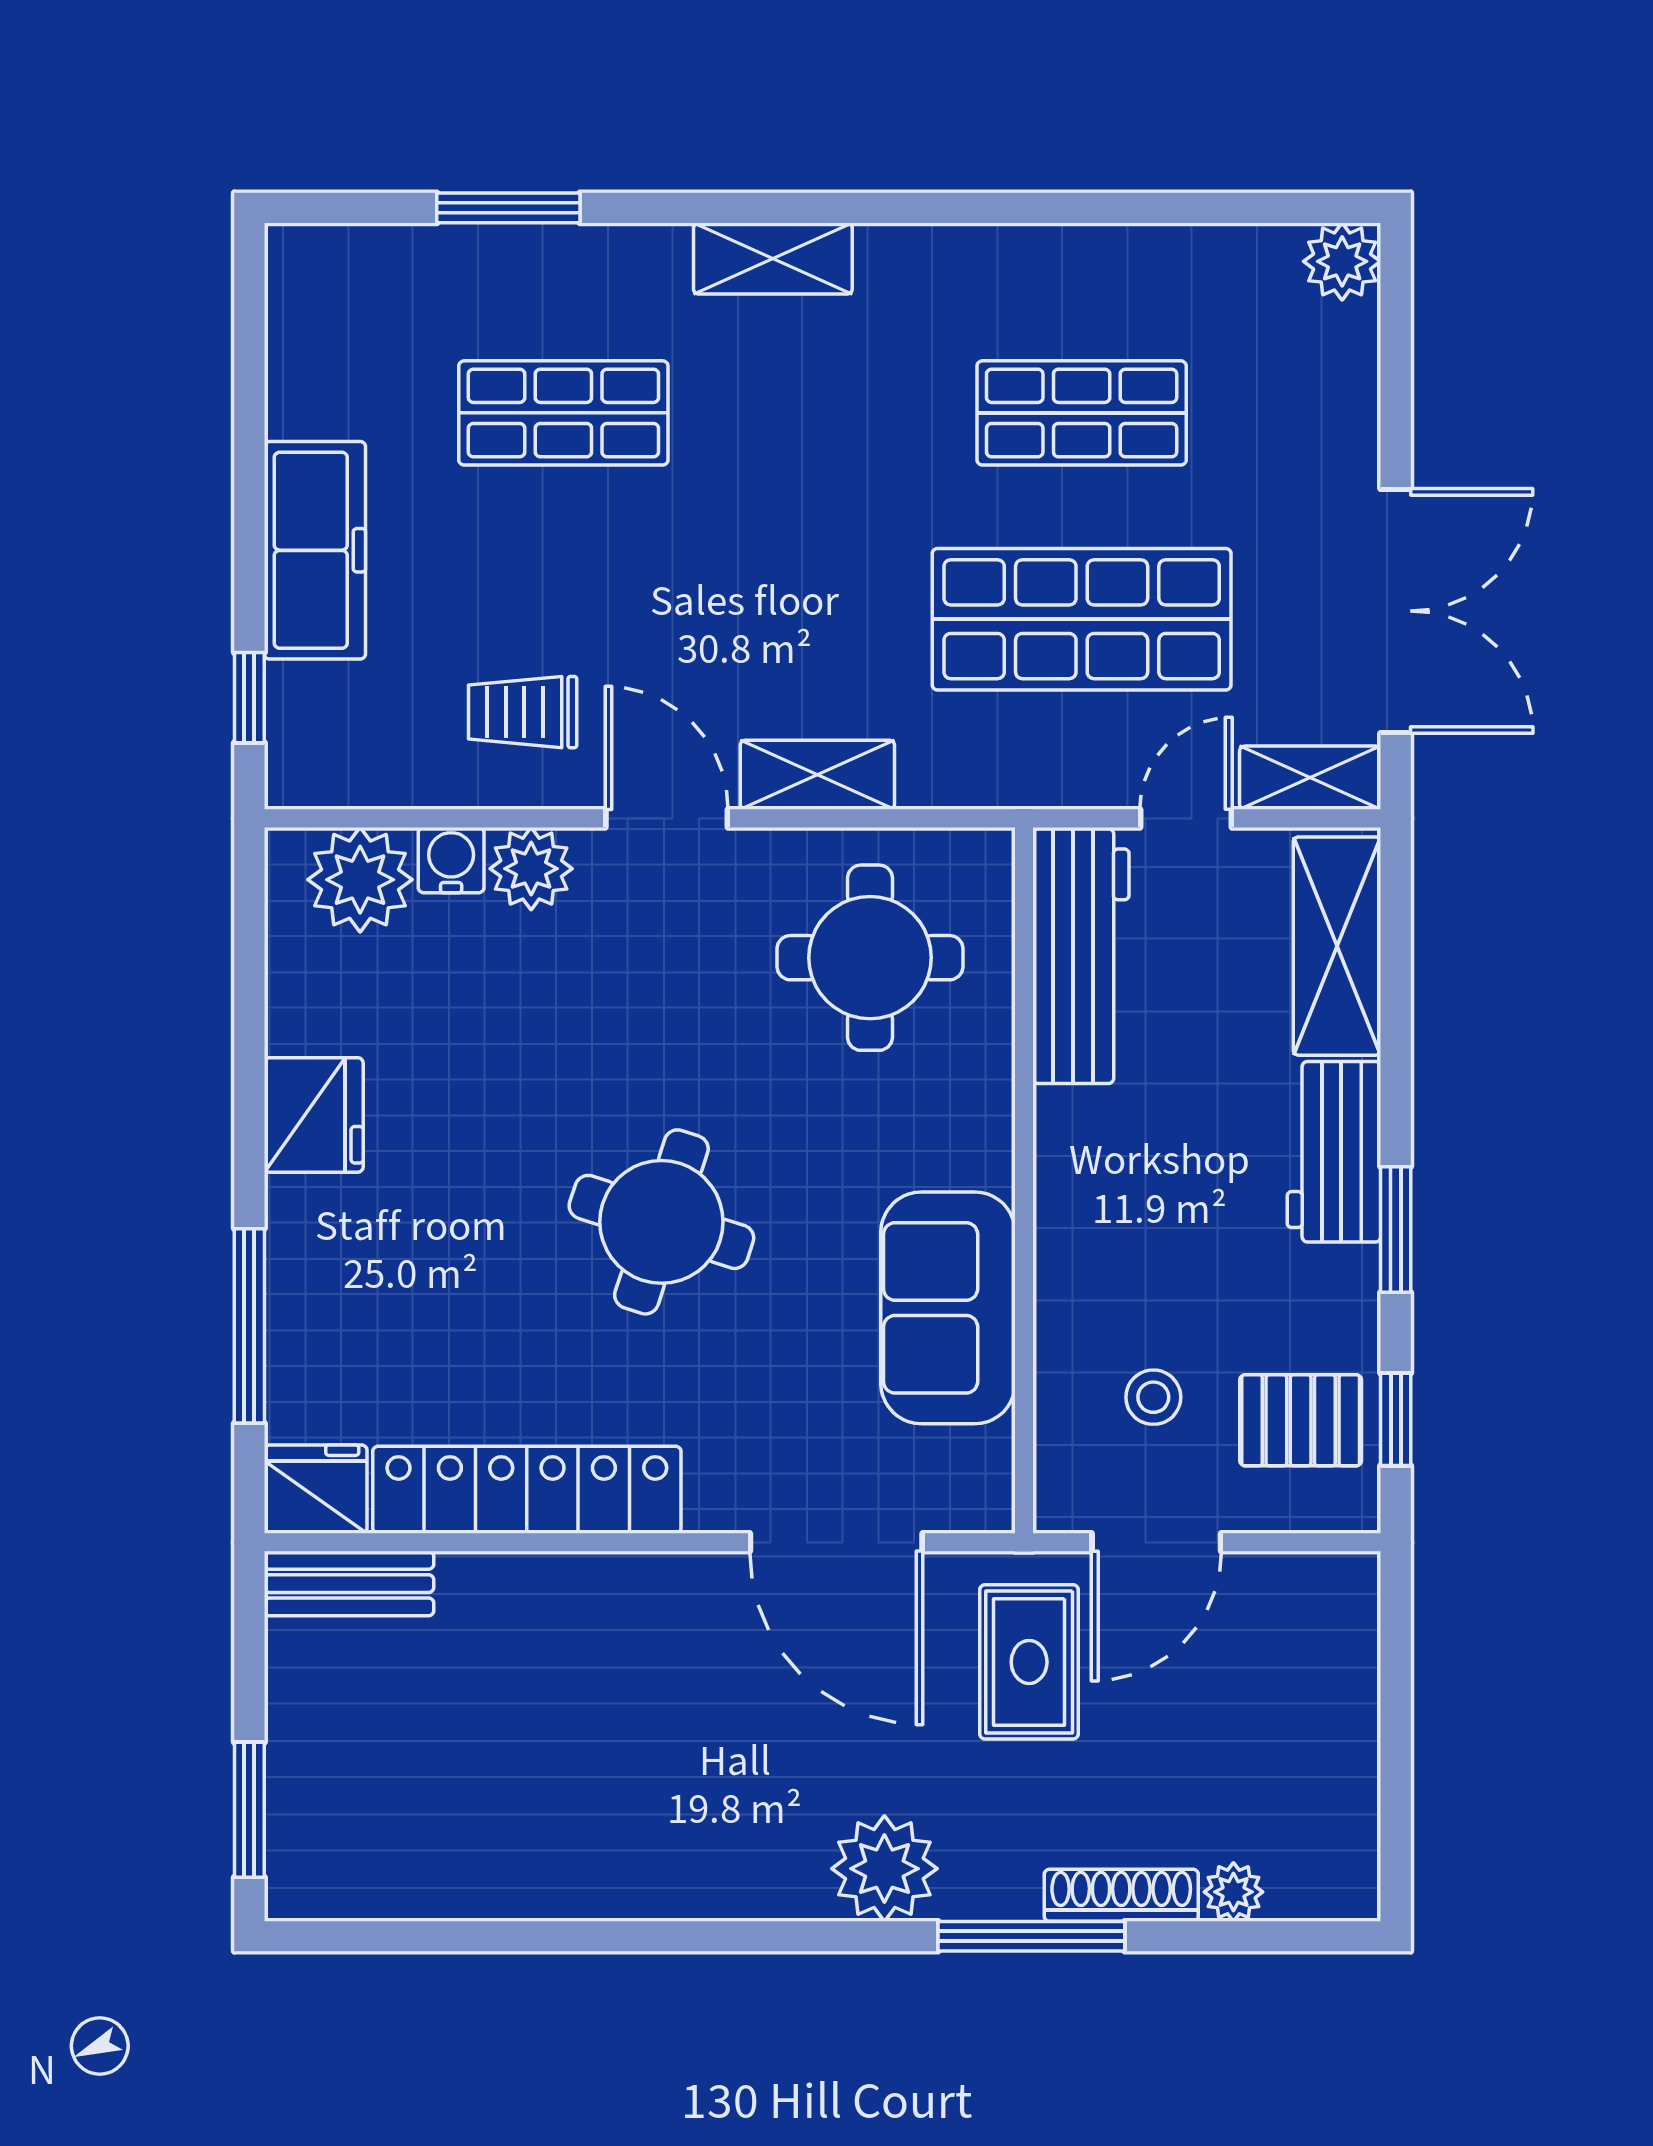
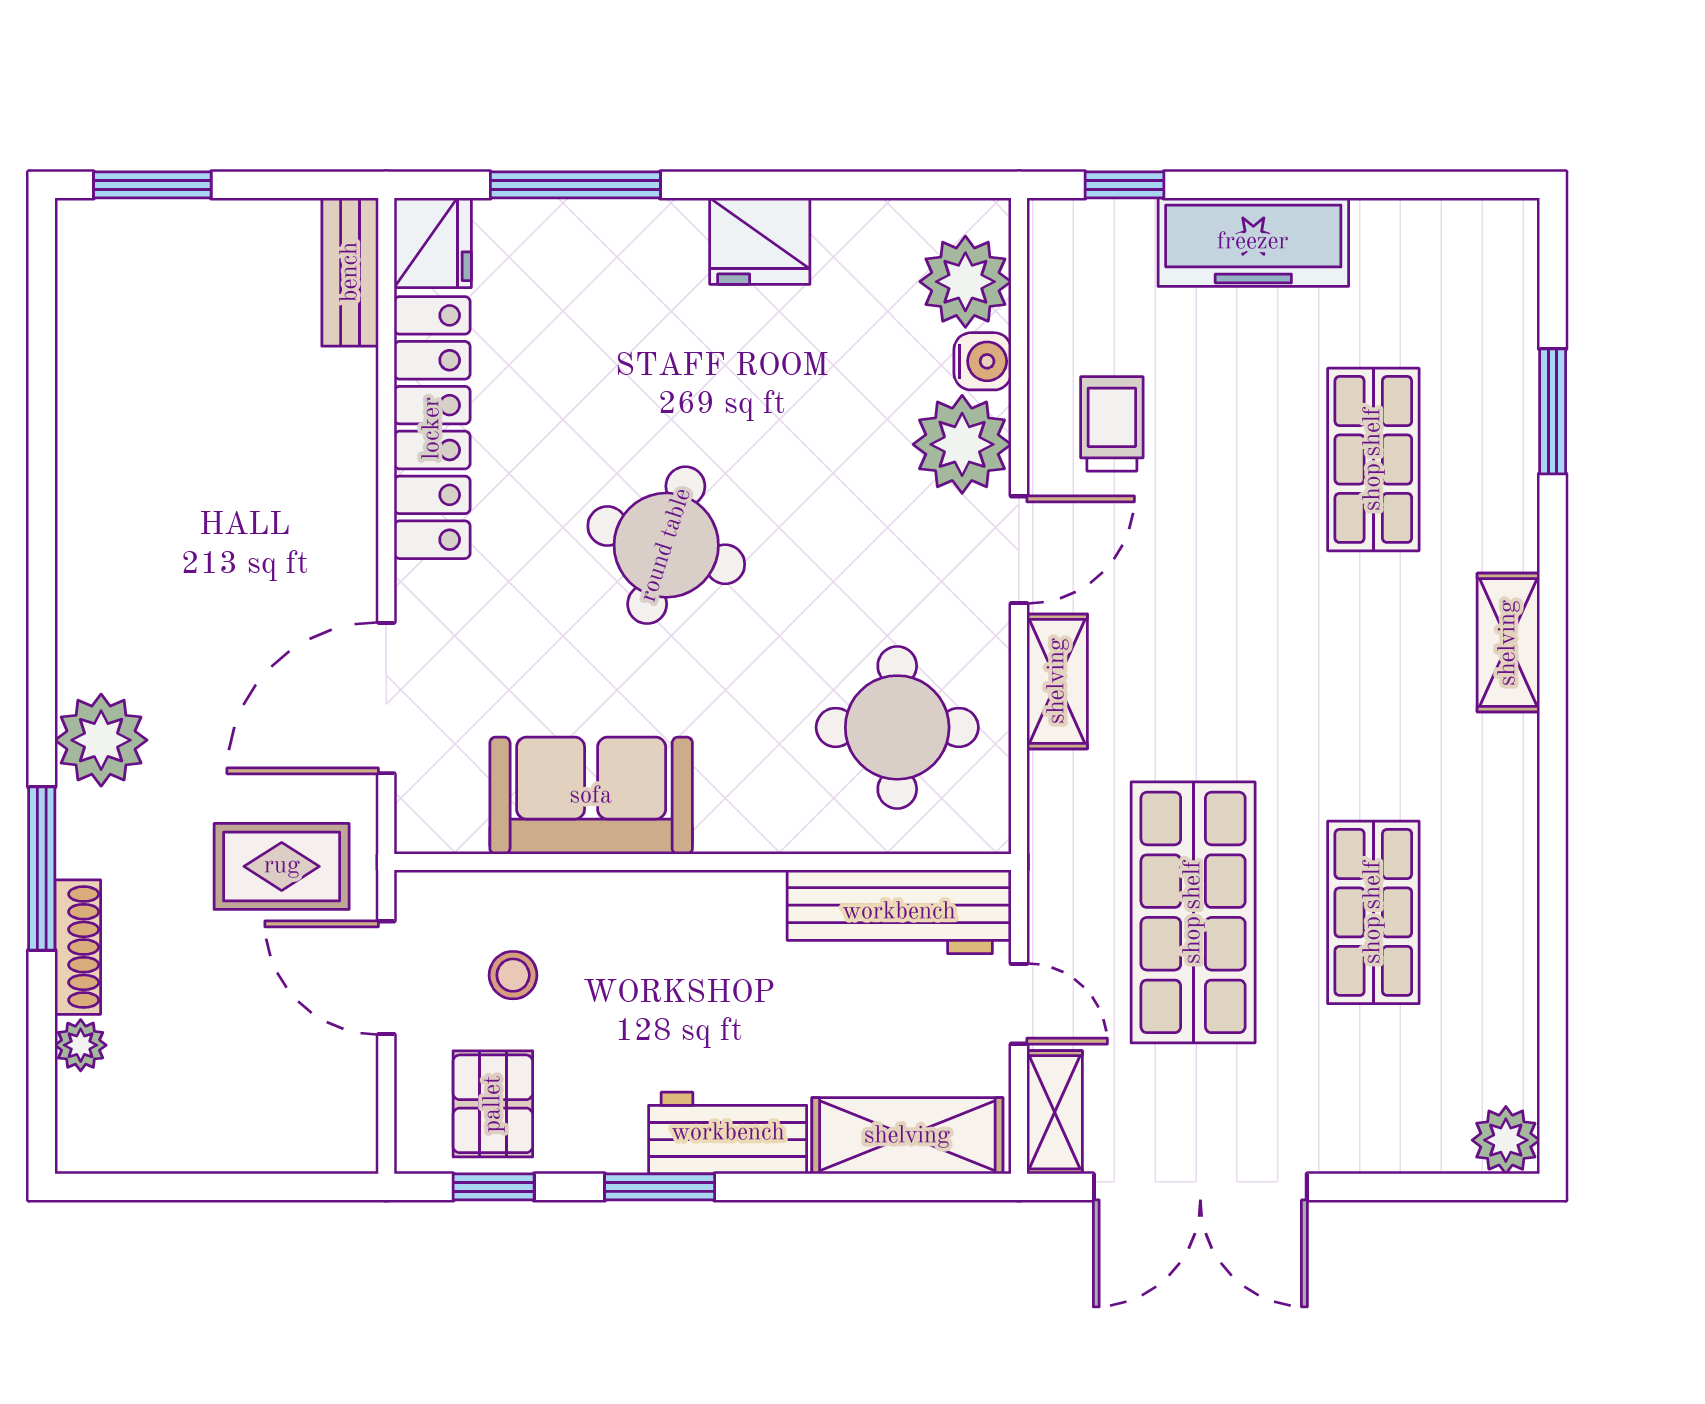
plant: (531, 869) -> (962, 444), width x1.36, depth x1.36

